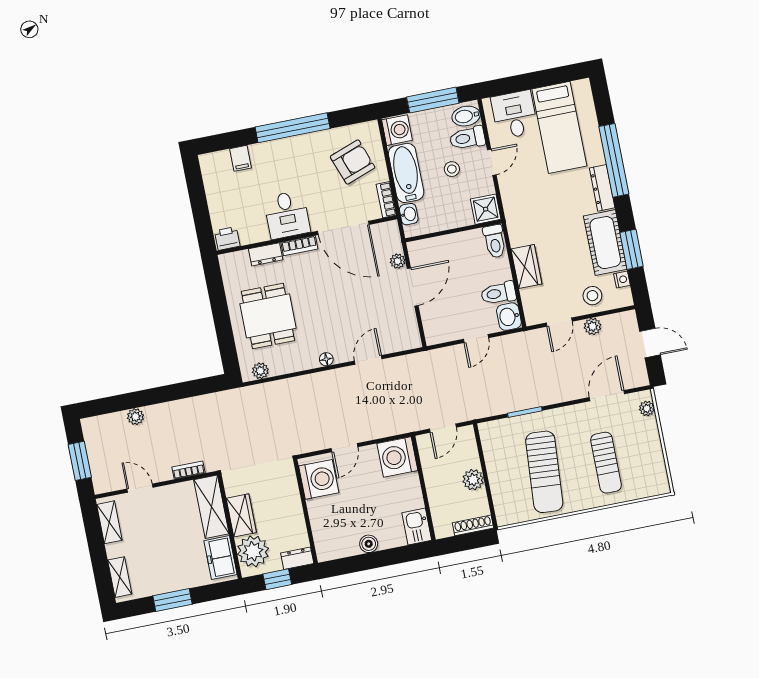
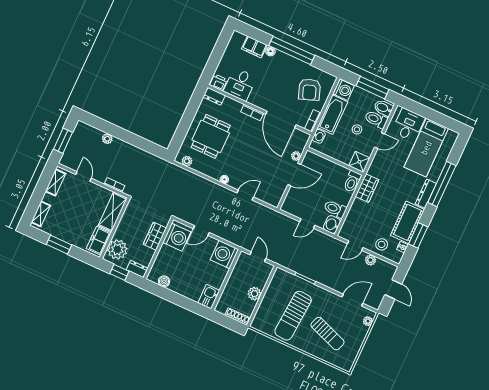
floor lamp: (266, 149) -> (270, 51), added
filing cabinet: (241, 158) -> (254, 47), width x2.00
armchair: (353, 162) -> (310, 90), turned 90
desk: (287, 215) -> (240, 84), moved
dresser: (266, 254) -> (214, 96), moved
wardrobe: (526, 267) -> (367, 188), moved
door: (443, 428) -> (258, 257), swing flipped
sun lounger: (606, 463) -> (328, 334), turned -70
wardrobe: (241, 515) -> (155, 236), moved, turned 180
boiler: (369, 544) -> (164, 281), moved

